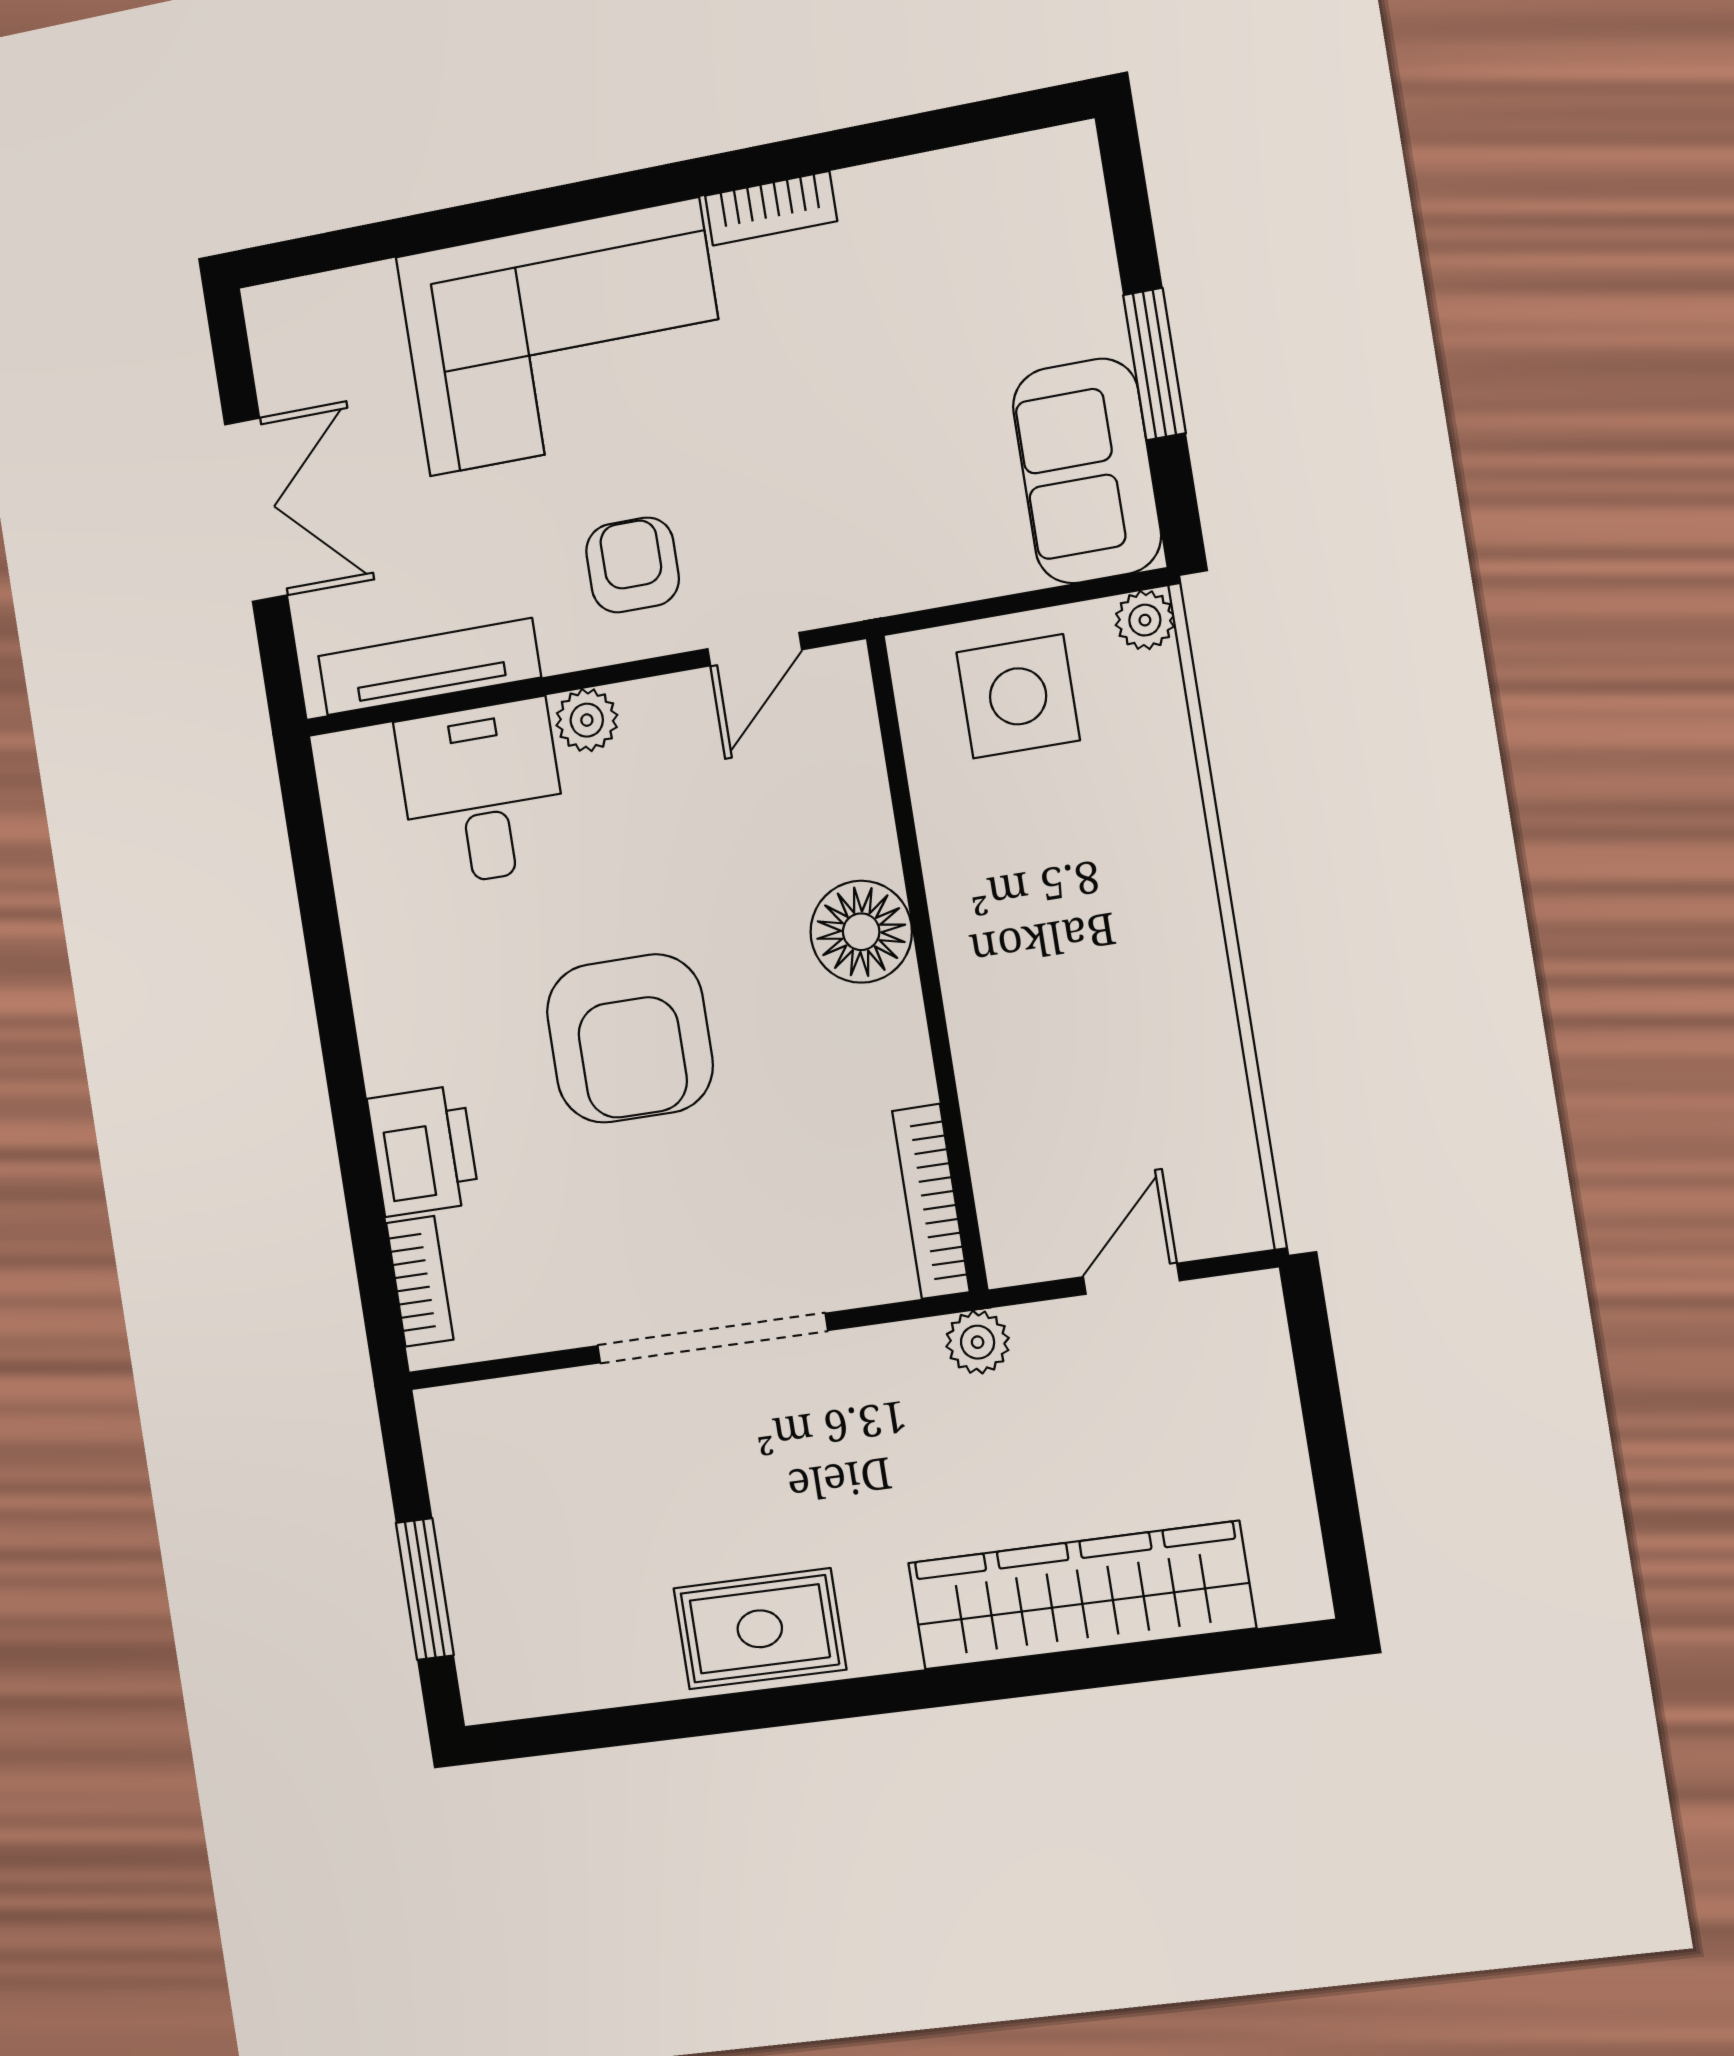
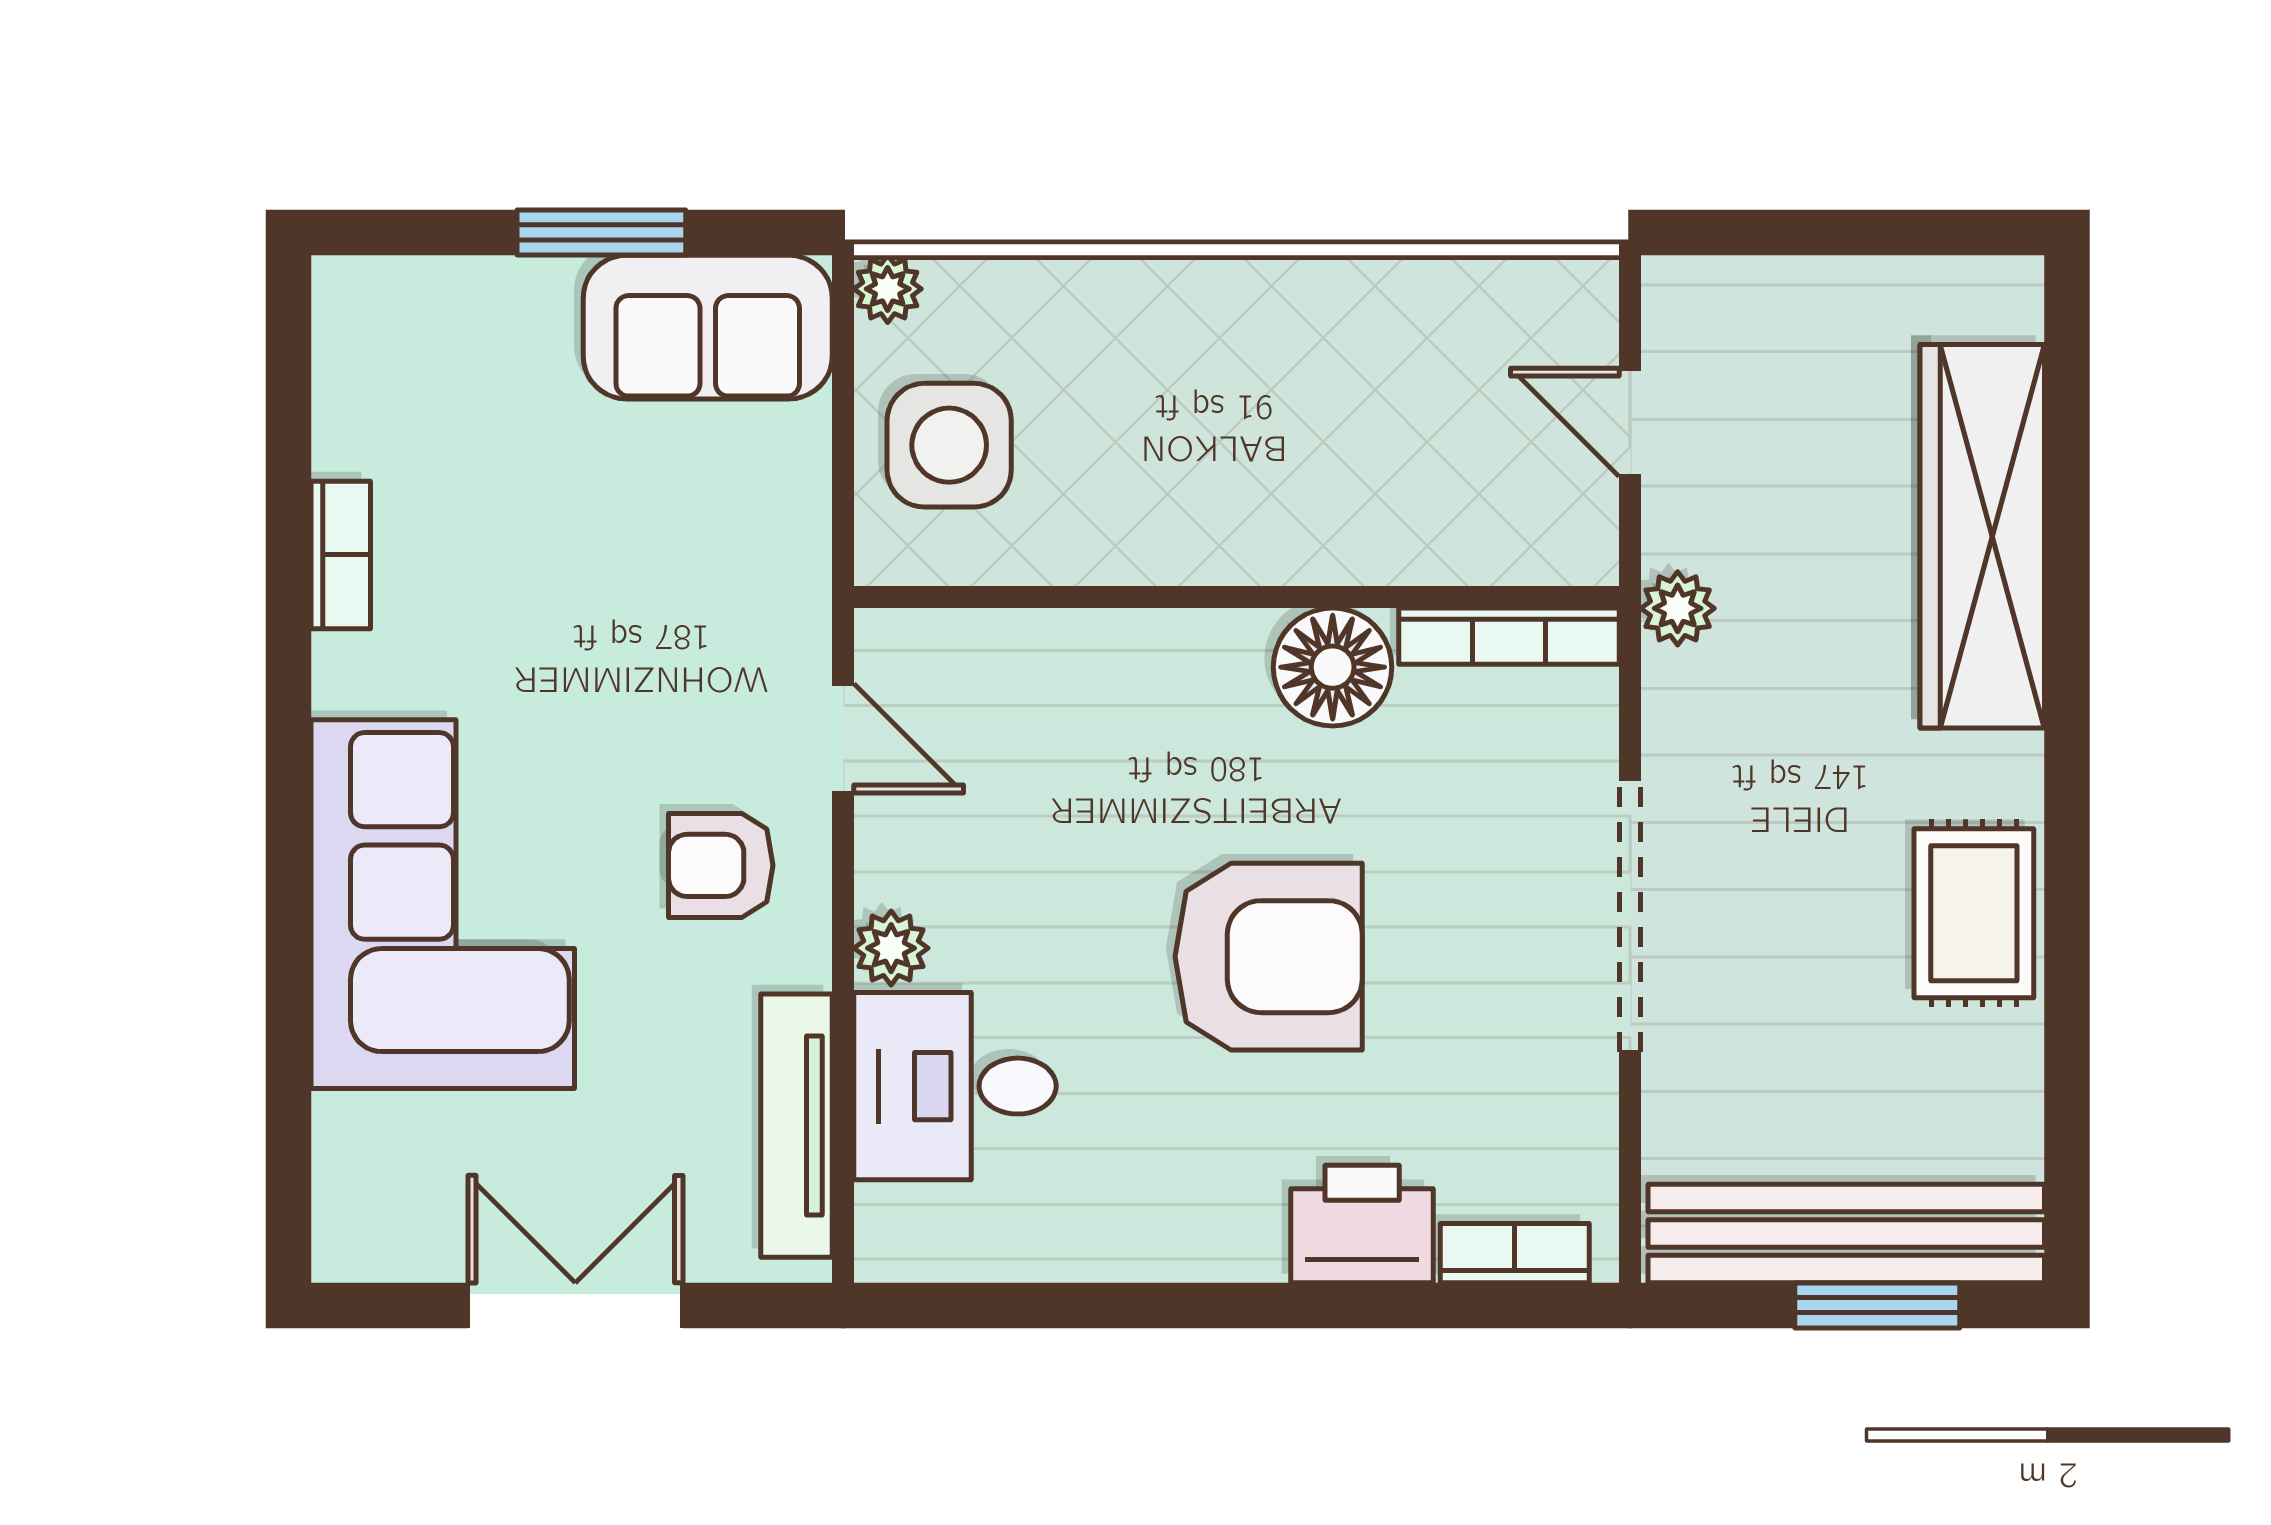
bookcase: (771, 208) -> (341, 555), moved
floor lamp: (861, 932) -> (1333, 667), moved
bench: (479, 1556) -> (1846, 1233), added

